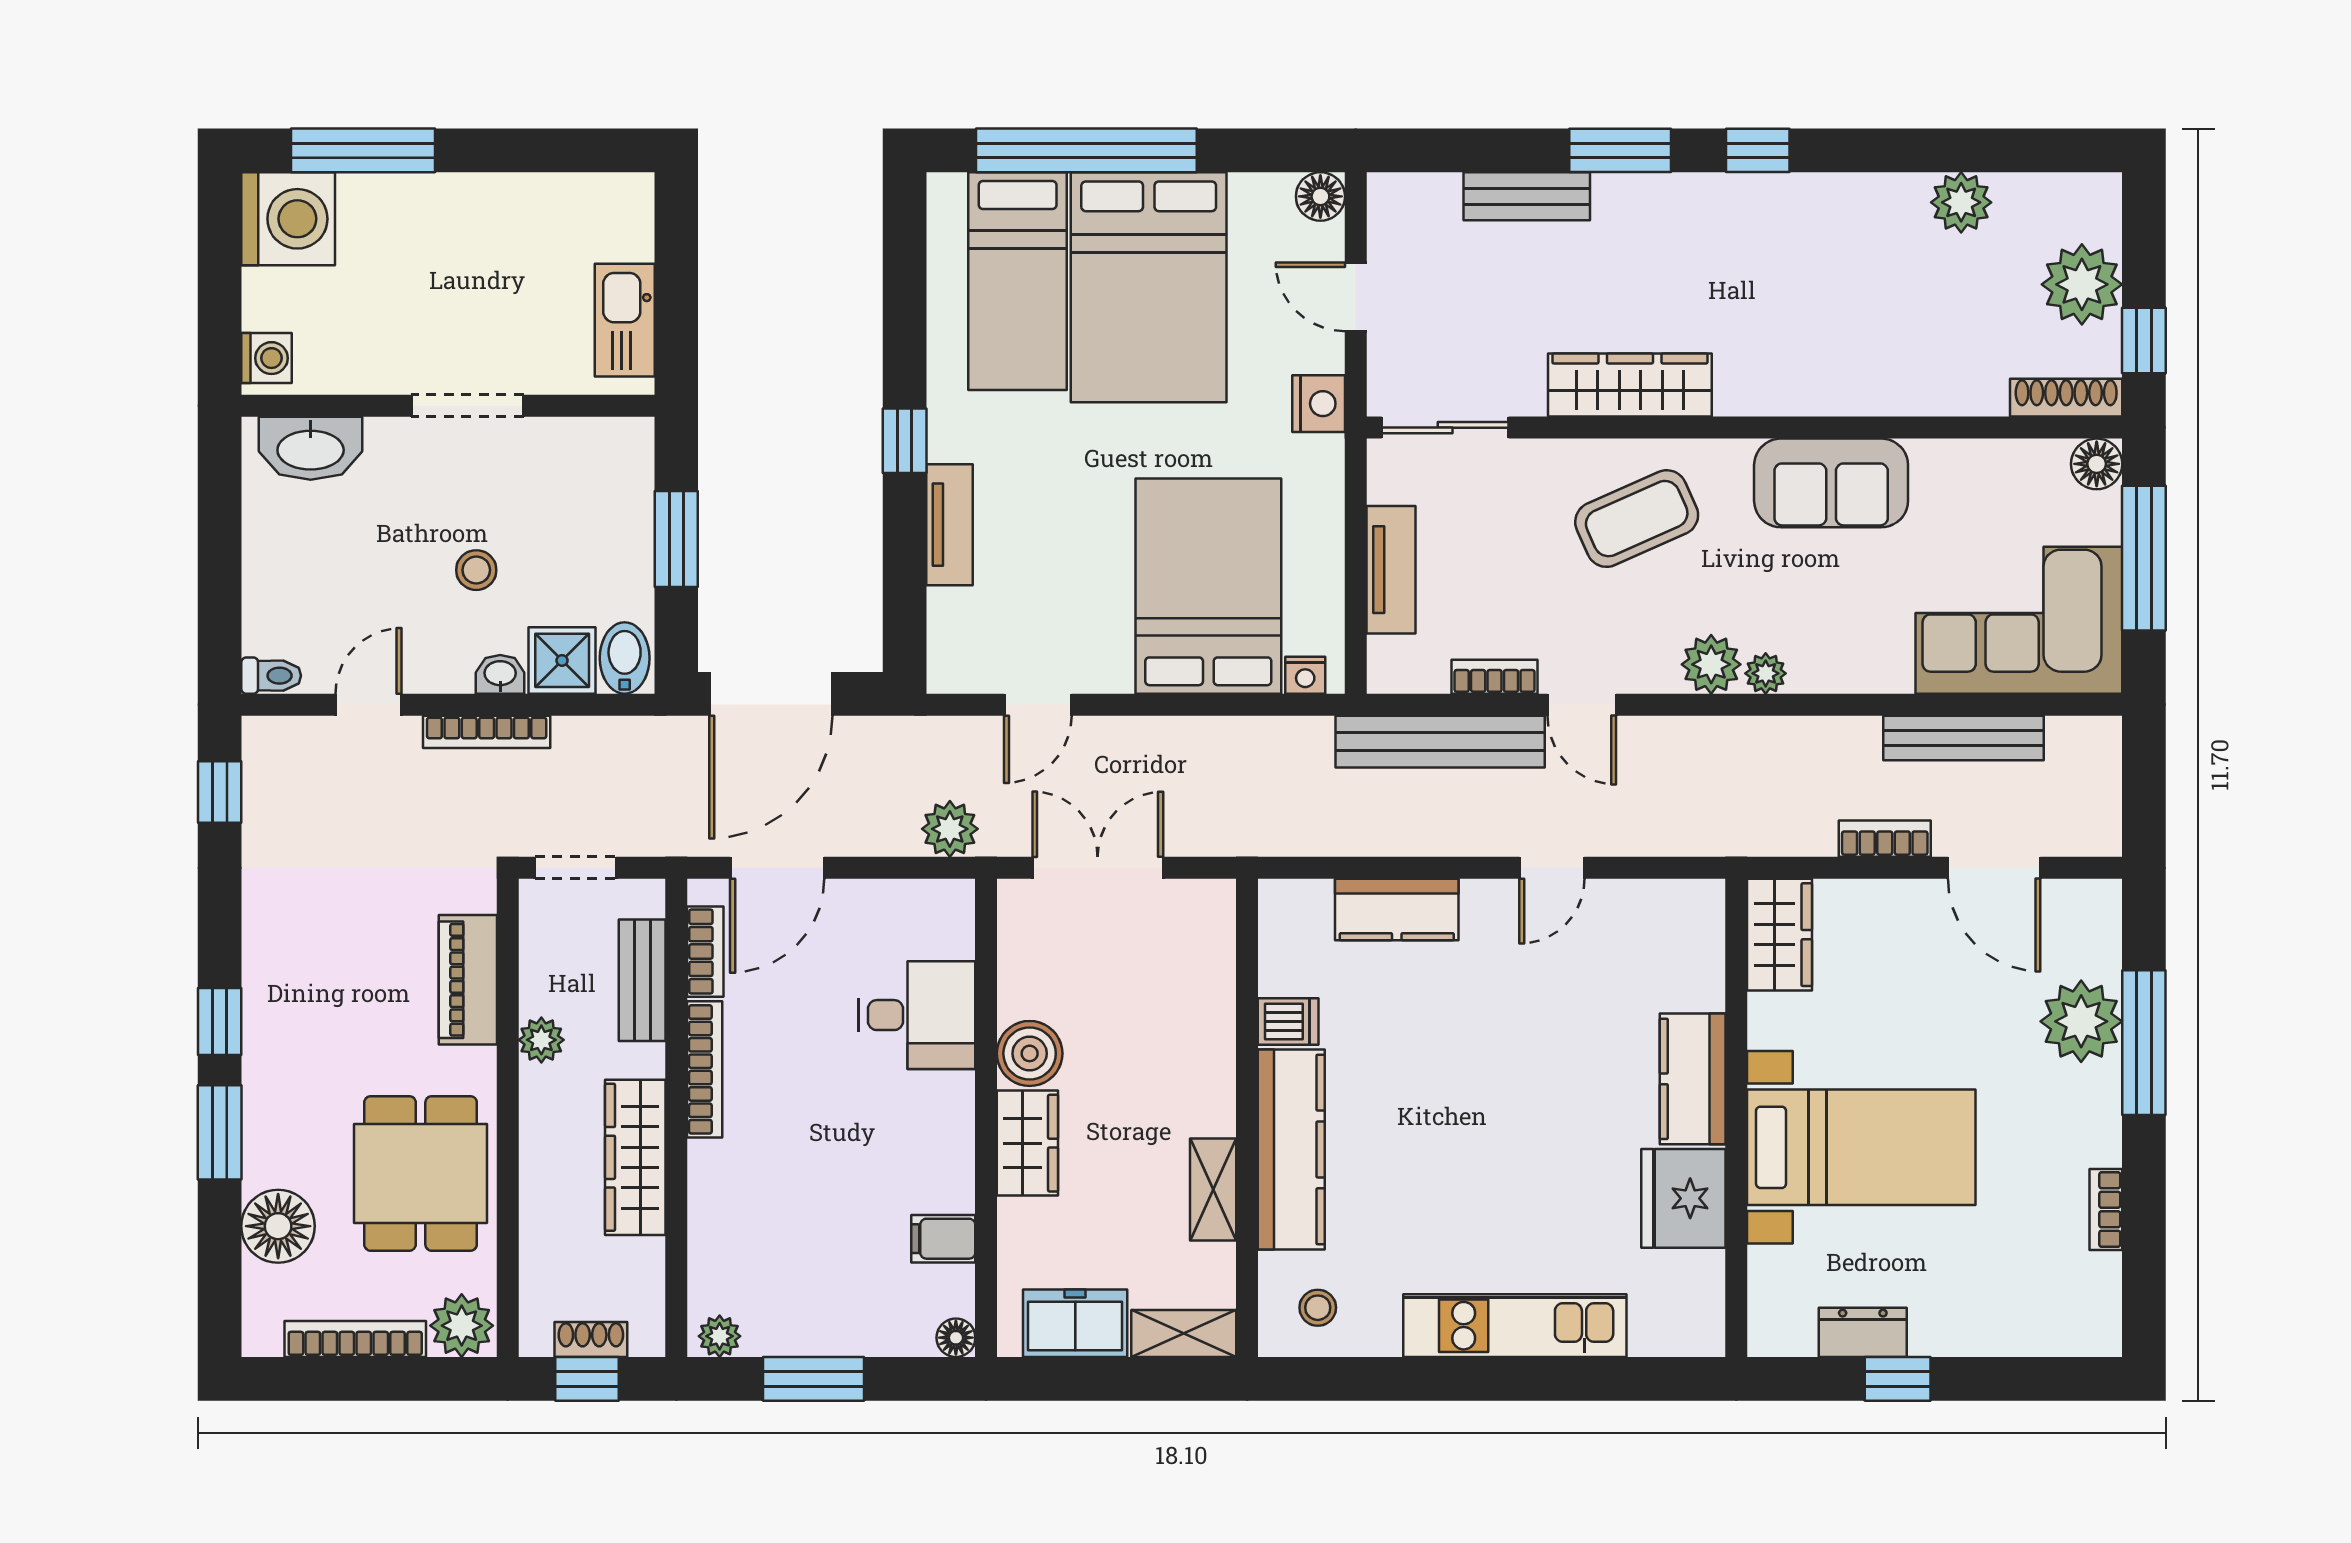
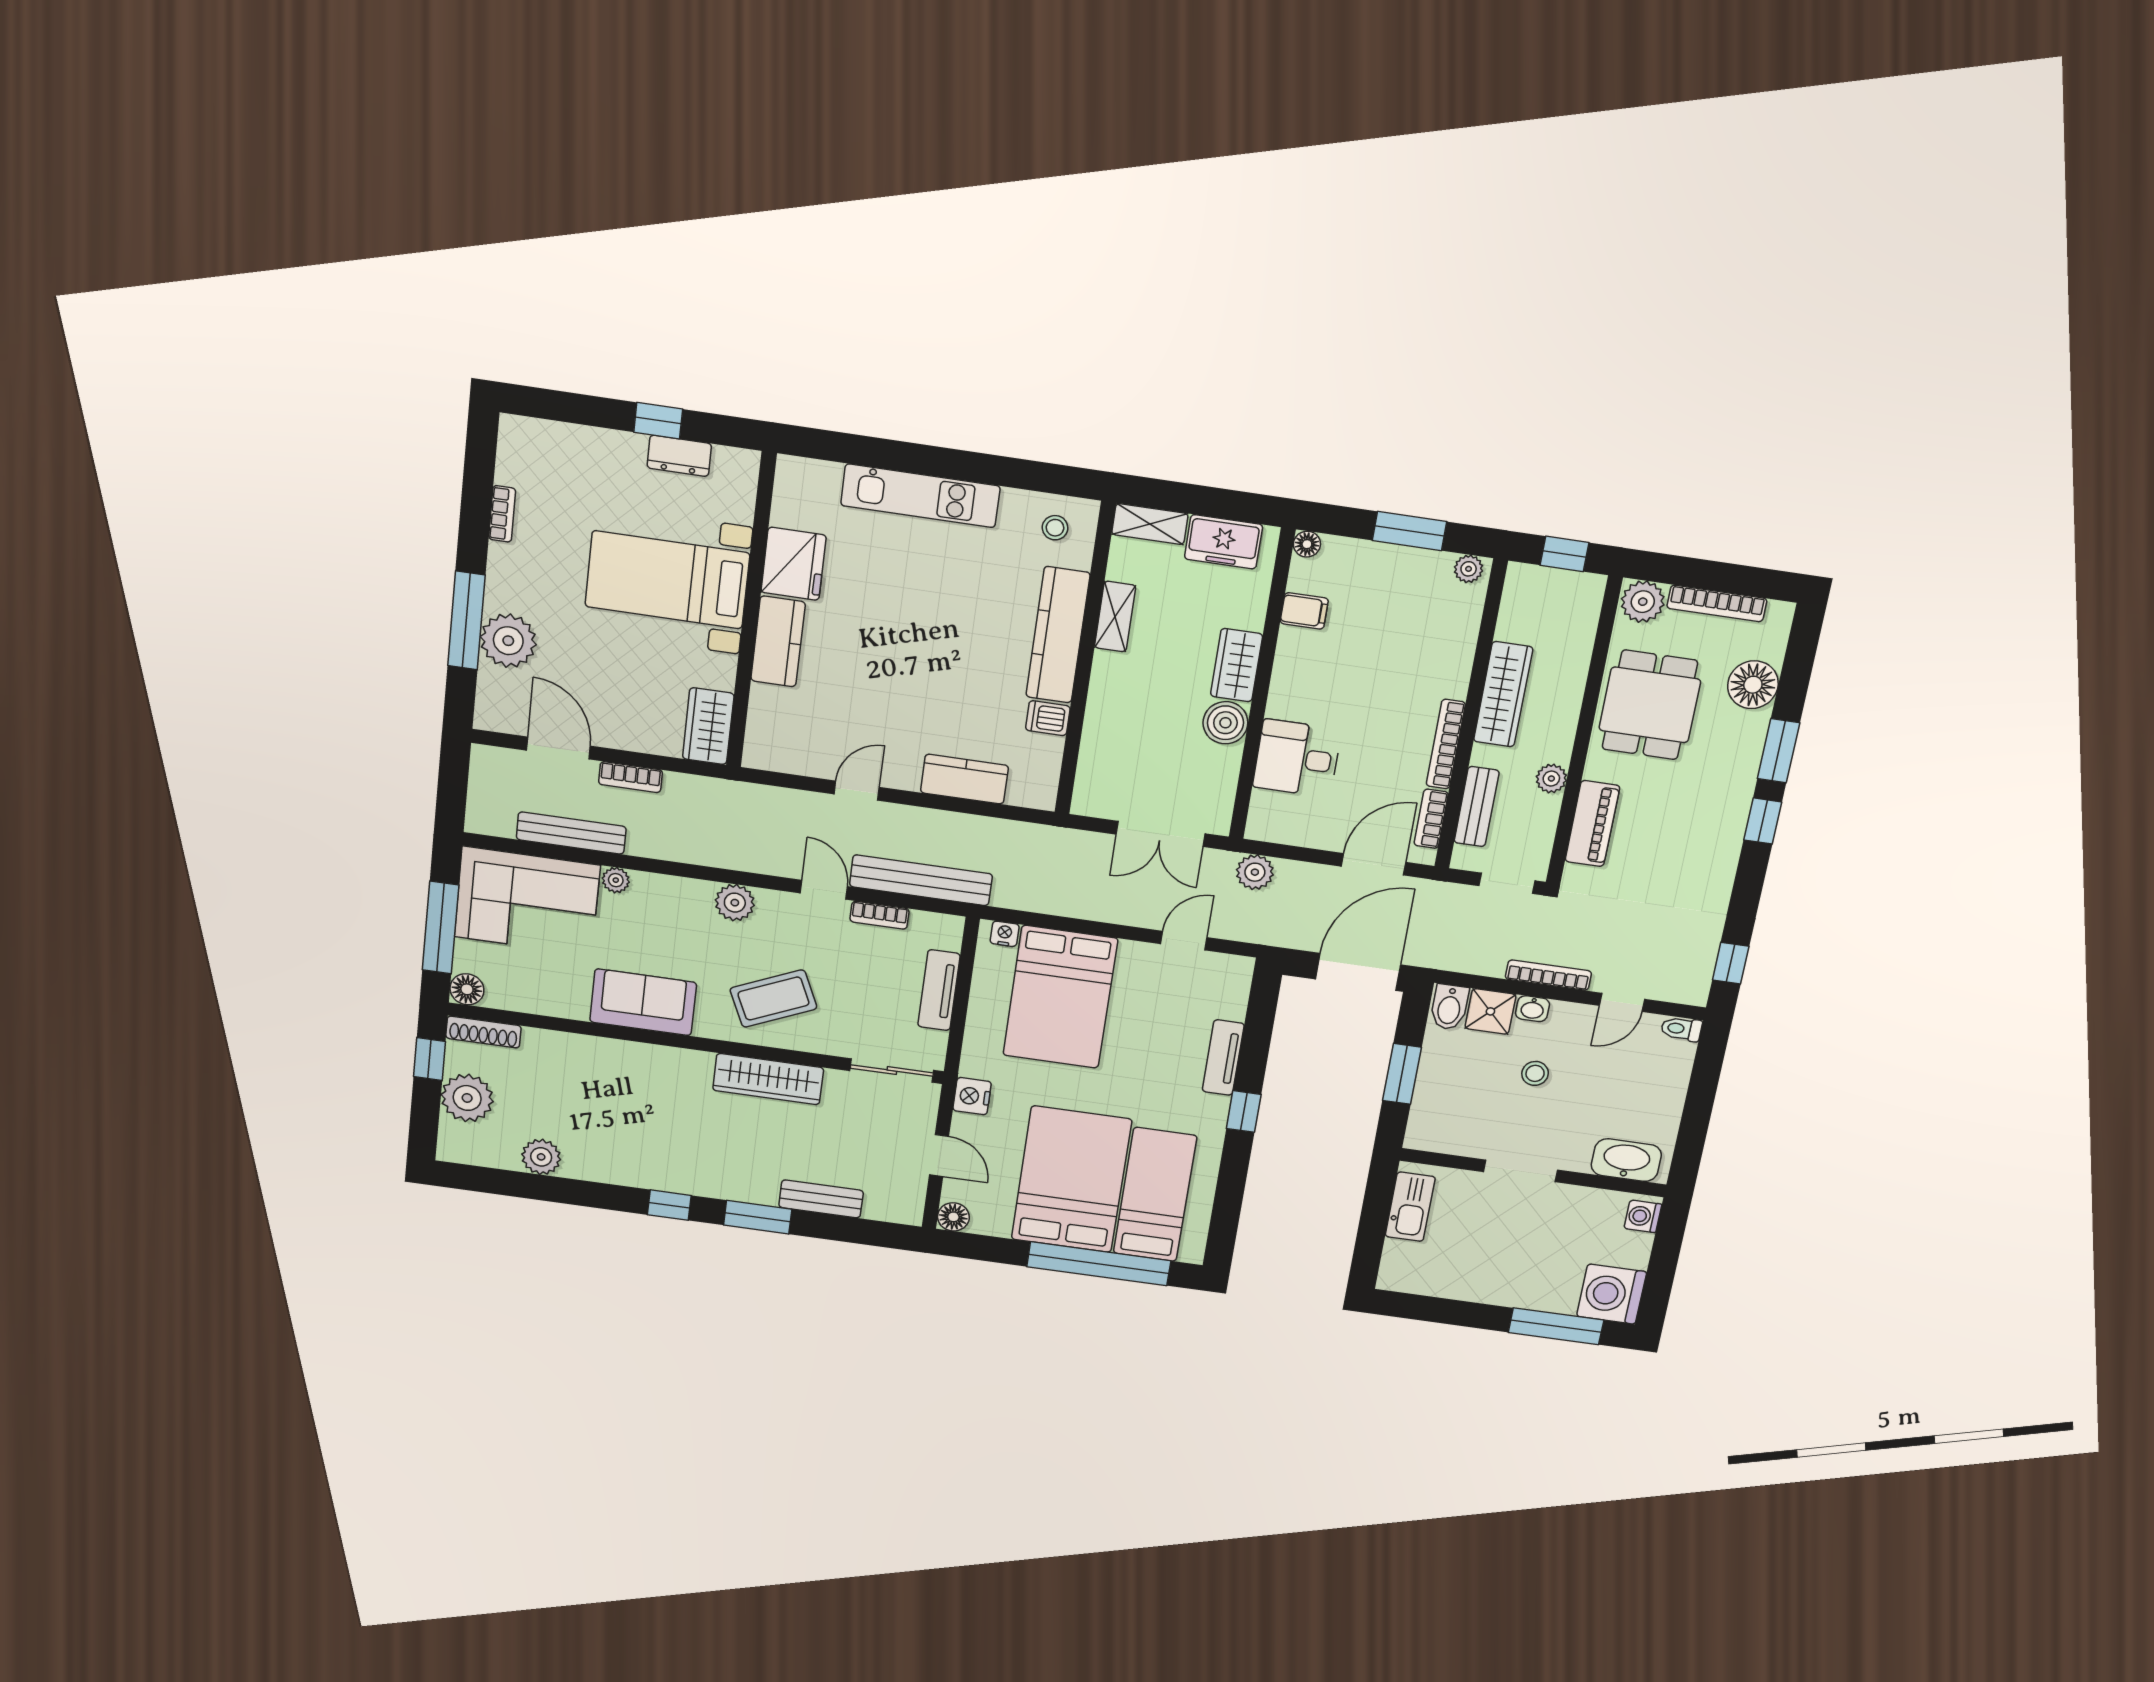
plant: (1766, 673) -> (616, 880), moved
shoe rack: (591, 1339) -> (1557, 580), removed

